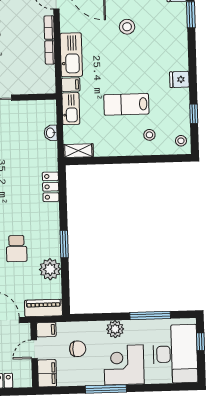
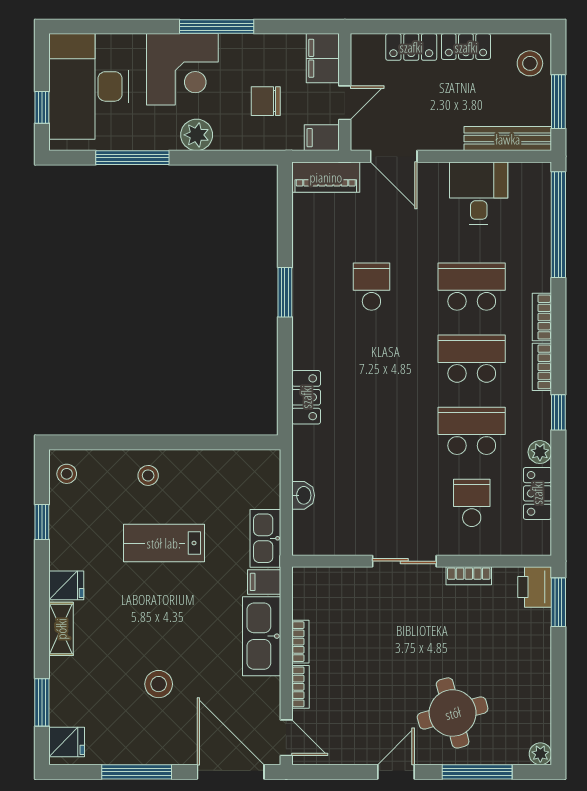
lab bench: (126, 104) -> (164, 543), turned 180
stool: (149, 135) -> (148, 475), moved
shelving: (78, 151) -> (61, 629), moved, turned 90
plant: (50, 269) -> (312, 247), removed

